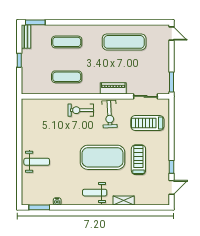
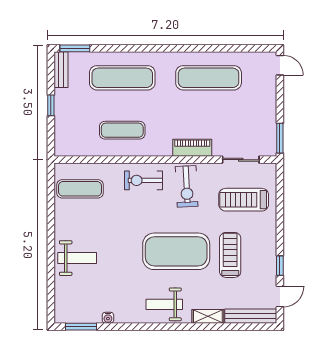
exercise mat: (67, 42) -> (122, 78), width x1.36, depth x1.45
exercise mat: (39, 116) -> (80, 189), added
bench: (152, 200) -> (251, 316), added

